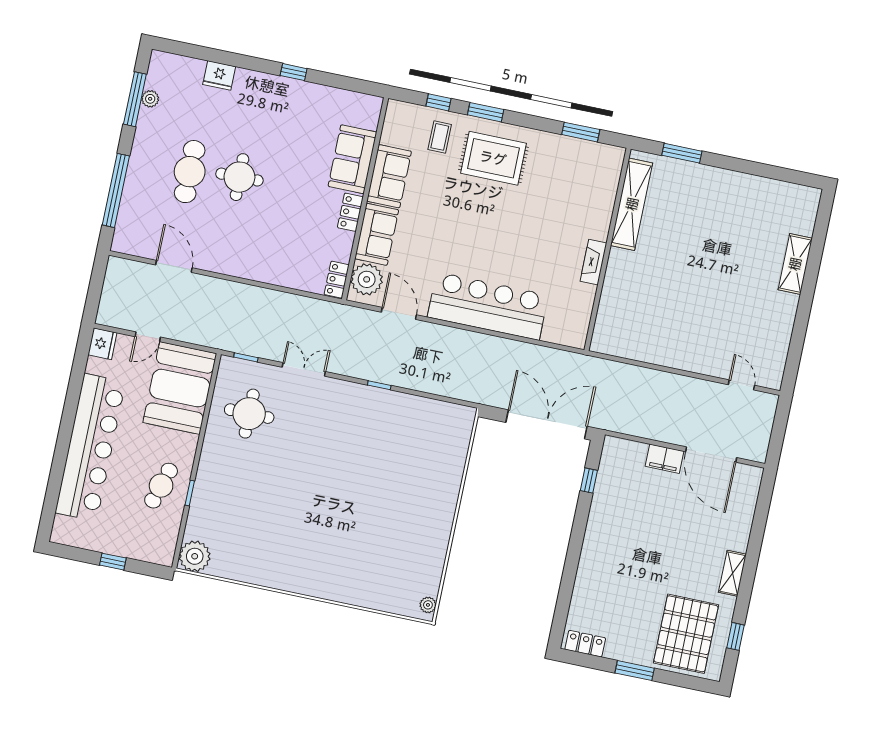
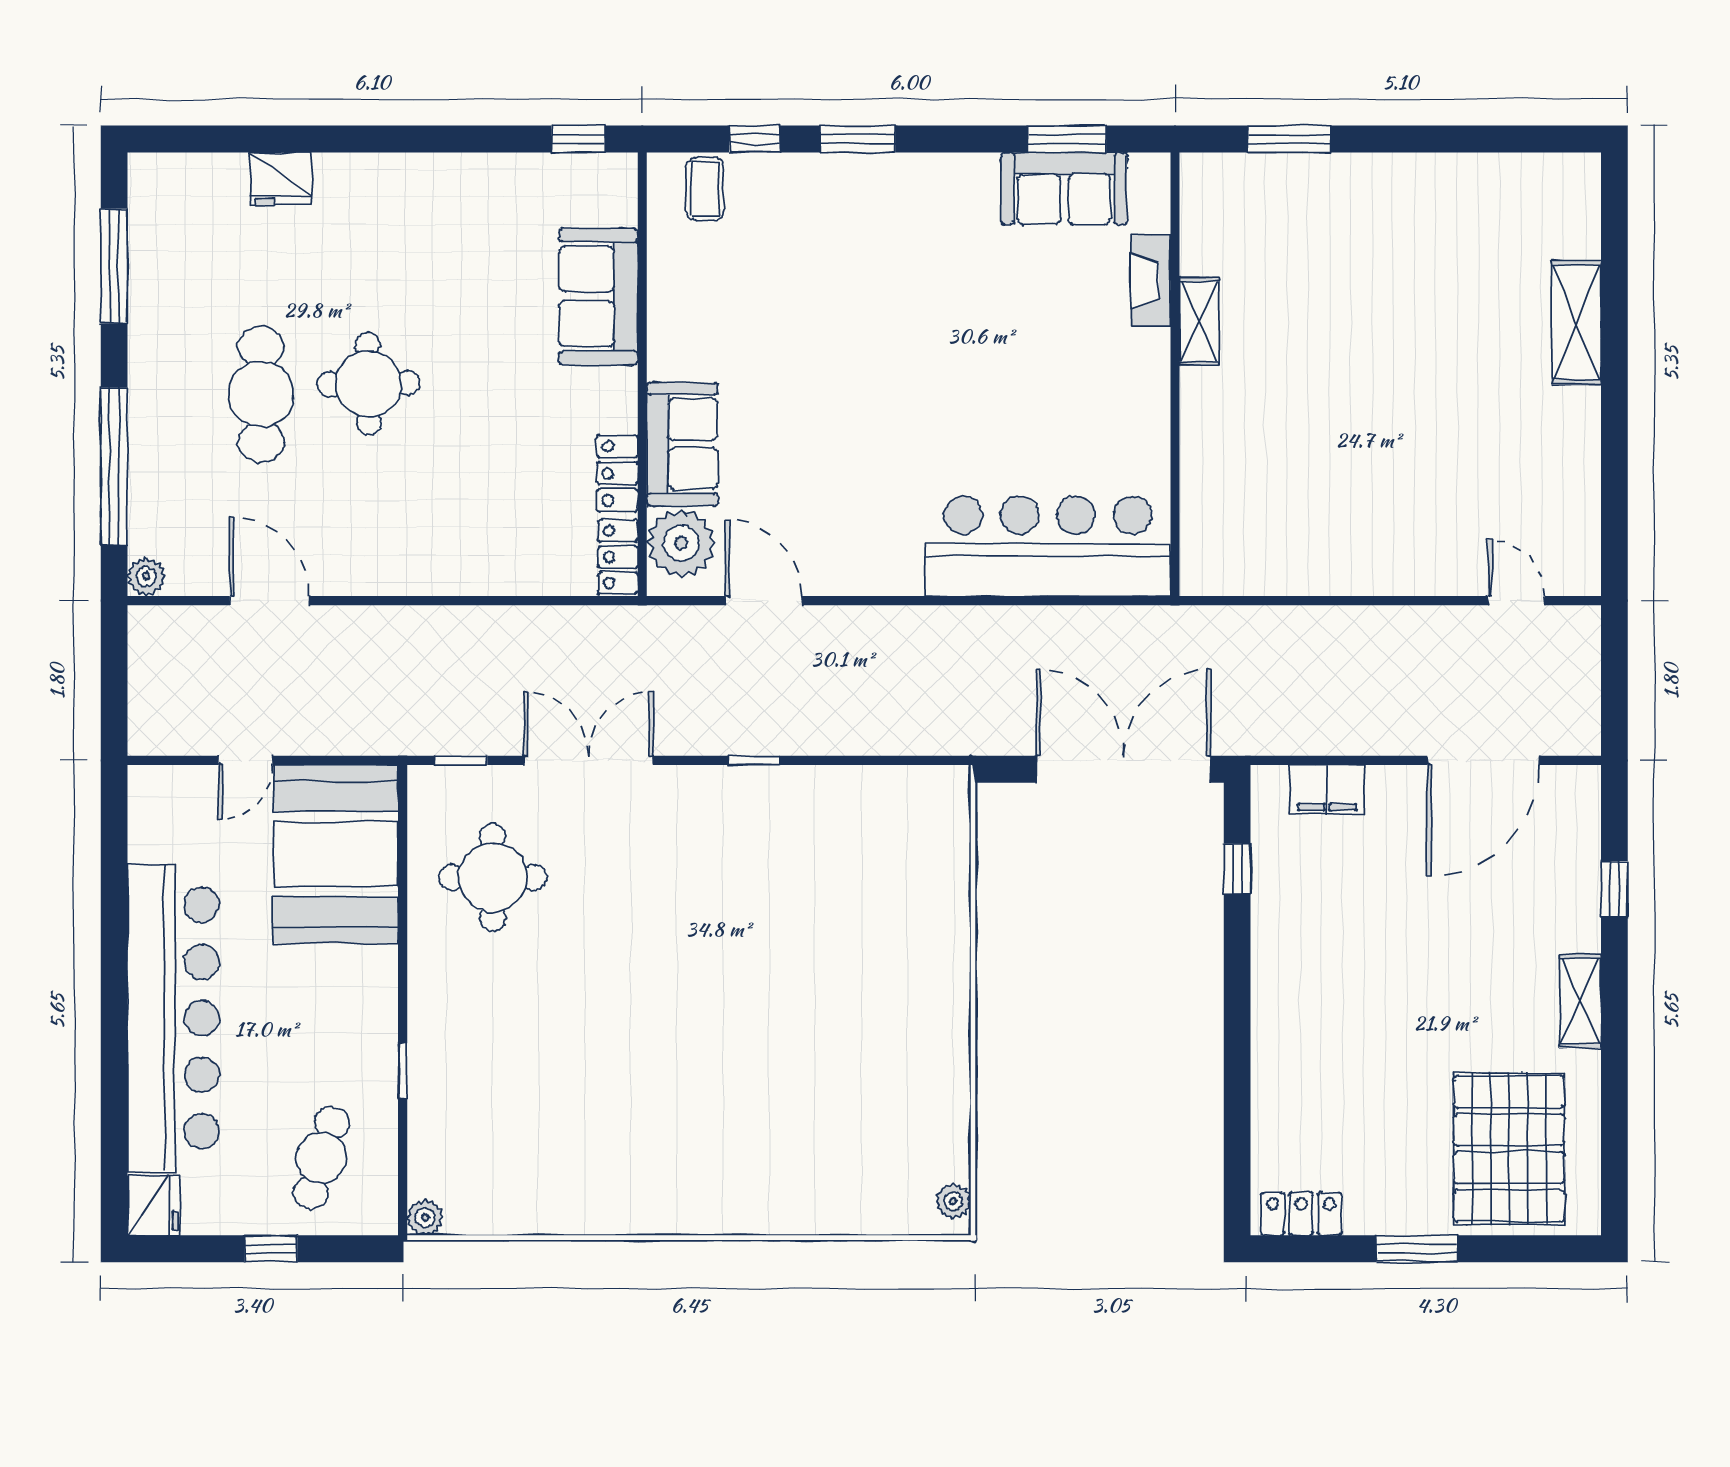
window: (294, 72) -> (578, 139), moved
plant: (150, 99) -> (146, 576), moved
coffee table: (440, 137) -> (705, 189), moved
rug: (493, 158) -> (895, 233), removed
sofa: (389, 176) -> (1064, 189), moved, turned 90
shelving: (632, 204) -> (1199, 321), width x0.45, depth x0.75
locker: (350, 212) -> (617, 473), moved
fireplace: (593, 262) -> (1151, 280), moved
bar counter: (488, 306) -> (1048, 546), moved
fridge: (102, 344) -> (153, 1205), moved
double door: (304, 369) -> (588, 760), width x1.37
door: (711, 455) -> (1483, 760), hinge flipped
filing cabinet: (665, 459) -> (1327, 790), moved
cafe table: (161, 486) -> (321, 1158), moved
plant: (195, 556) -> (425, 1217), width x0.53, depth x0.53
window: (736, 636) -> (1614, 889), moved

